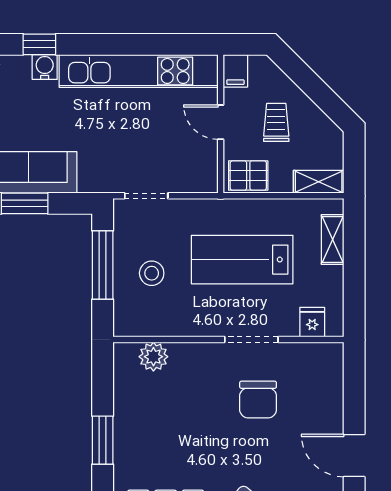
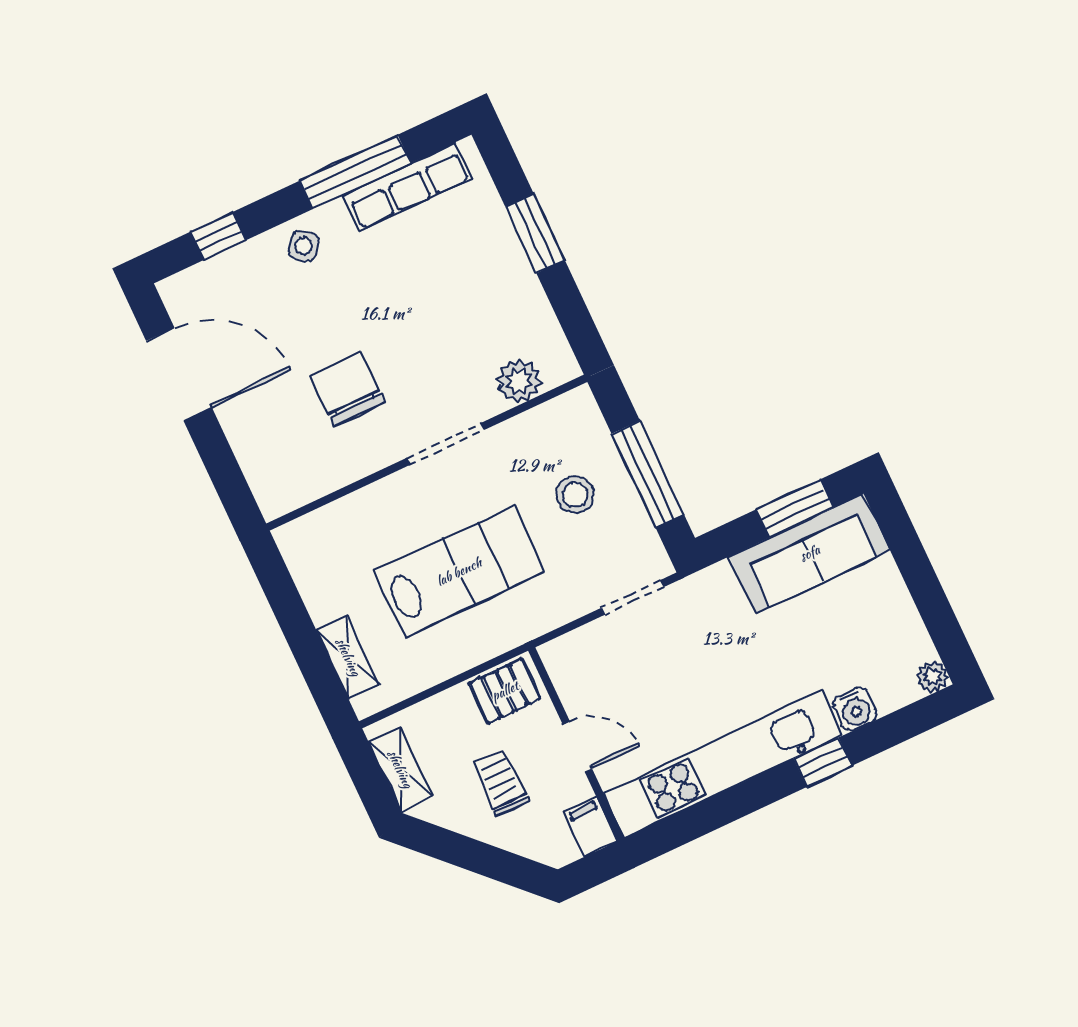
window: (39, 44) -> (823, 762), moved
trolley: (276, 122) -> (501, 782), turned 180
shelving: (319, 182) -> (400, 769), moved, turned 90
fridge: (312, 322) -> (323, 531), removed
doorway: (251, 340) -> (445, 444), moved
door: (354, 455) -> (179, 374), width x1.36

